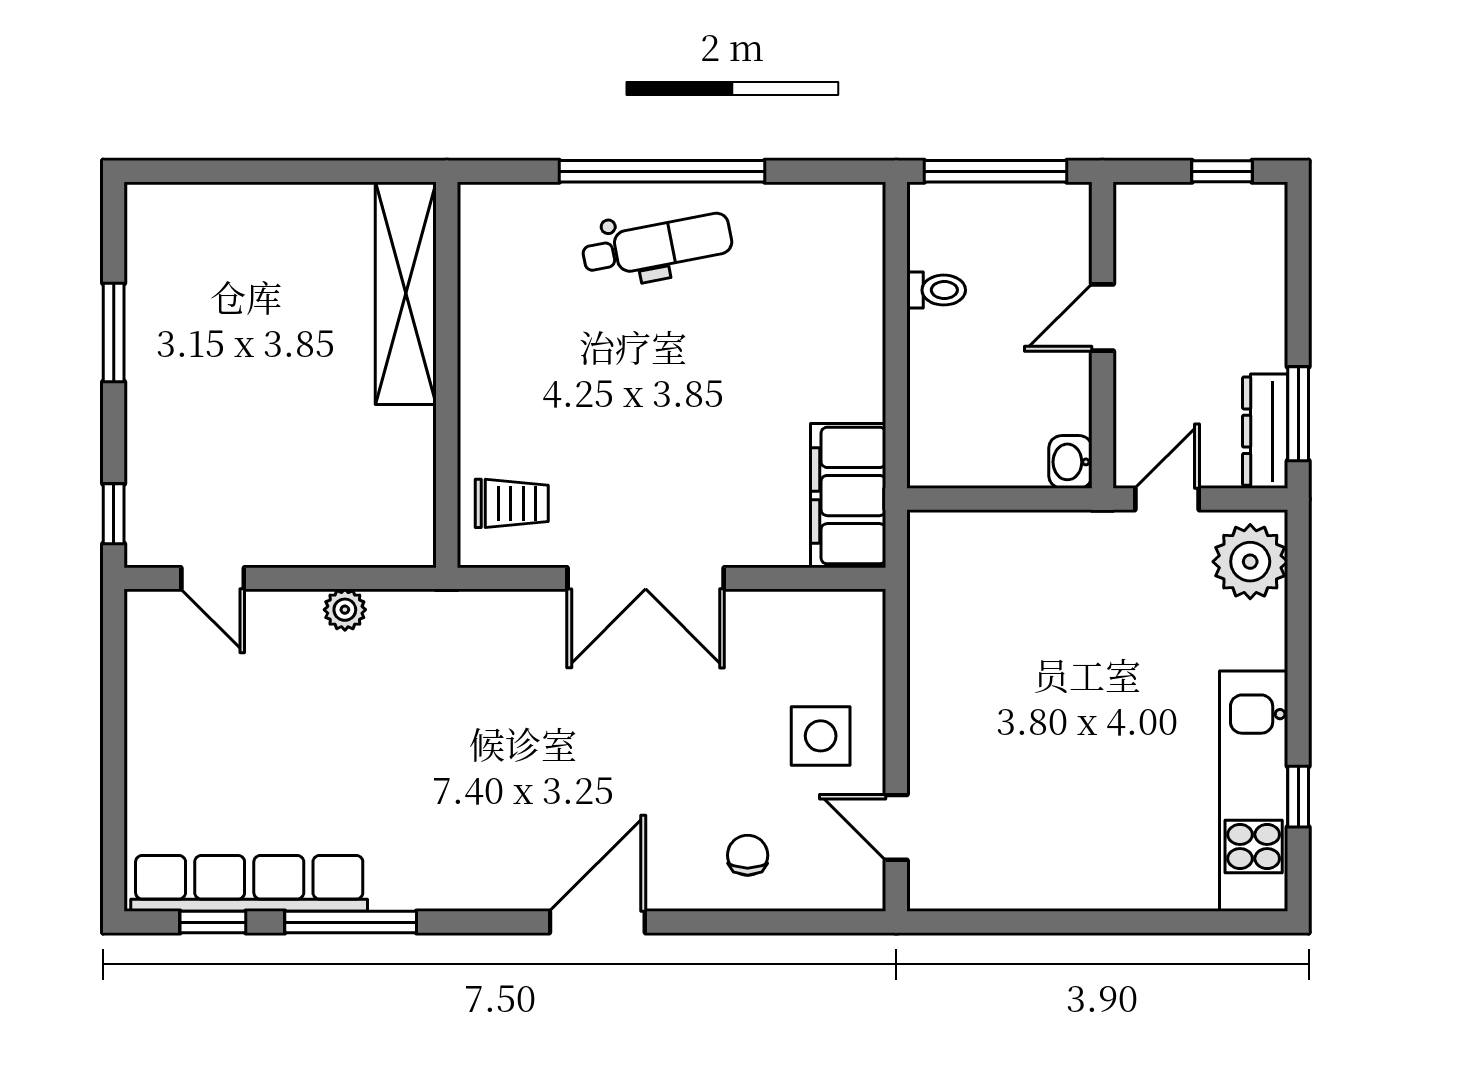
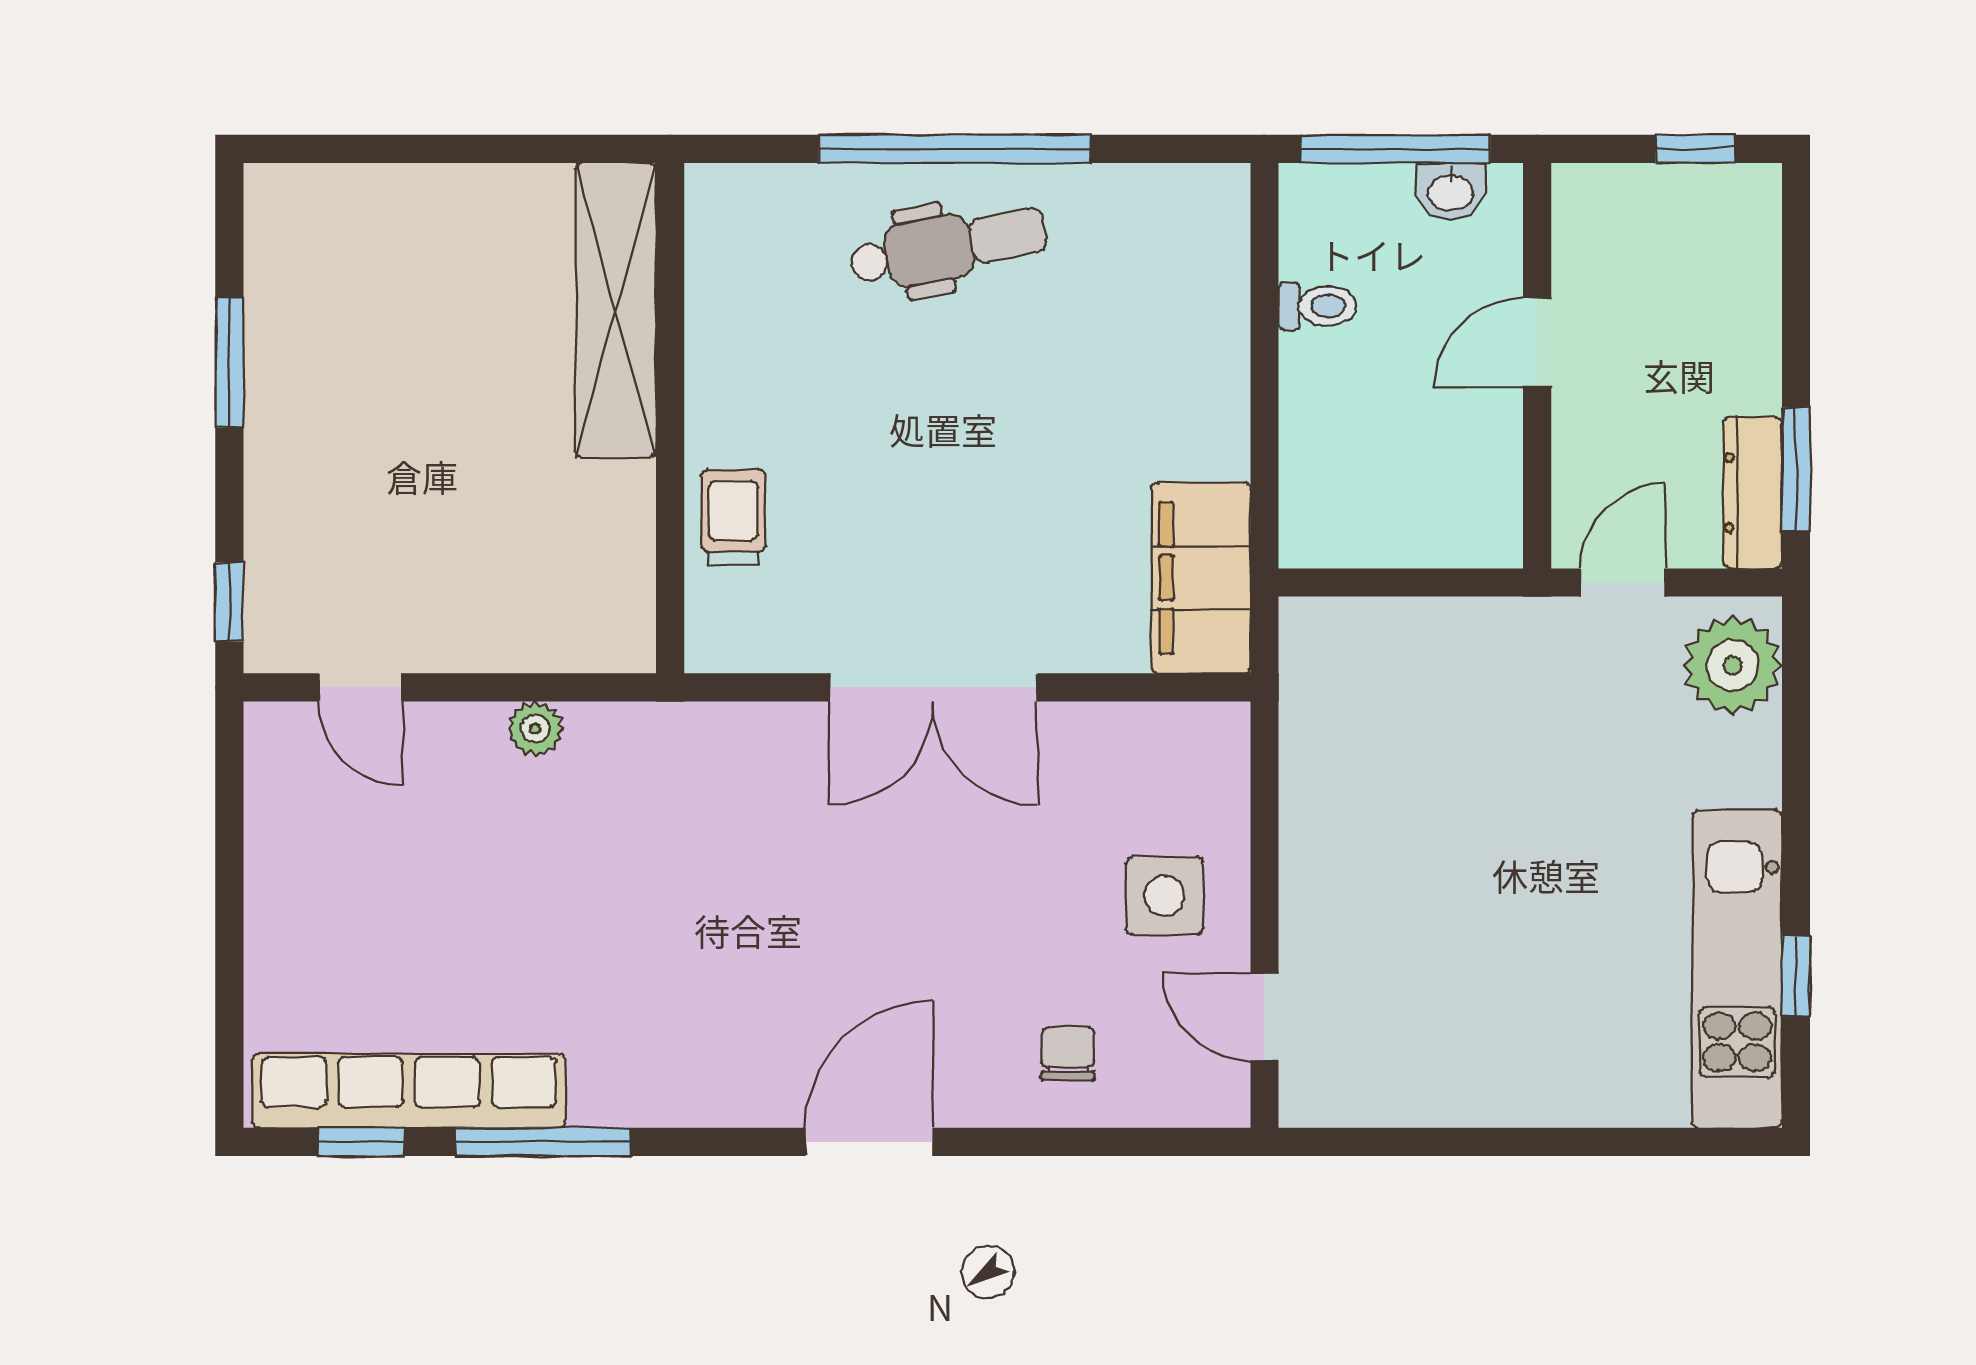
washbasin: (1070, 462) -> (1451, 191), moved, turned -90
trolley: (512, 503) -> (733, 517), moved, turned -90

